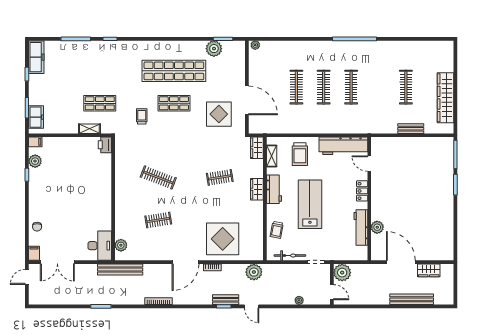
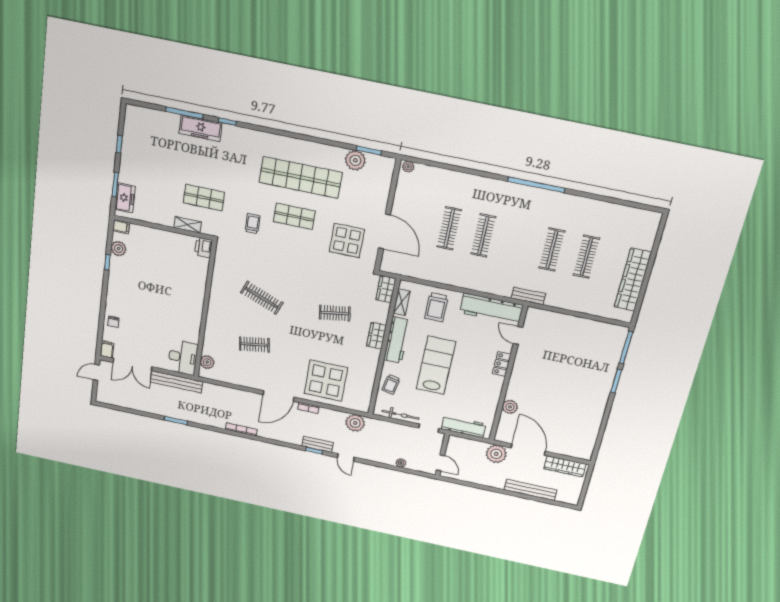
freezer: (36, 57) -> (201, 128), moved, turned 90
clothes rail: (351, 87) -> (552, 250), moved
bench: (411, 129) -> (528, 296), moved
workbench: (274, 189) -> (397, 340), width x1.37
workbench: (361, 227) -> (464, 426), moved, turned 90
bench: (120, 269) -> (176, 382), moved
wardrobe: (429, 270) -> (565, 466), width x1.50
plant: (342, 273) -> (496, 454), moved

